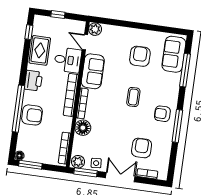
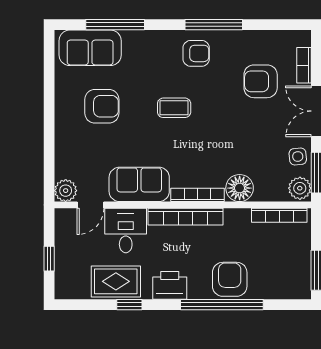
window: (29, 32) -> (129, 305), moved
armchair: (140, 56) -> (102, 106), turned 180
armchair: (162, 114) -> (196, 53), turned -90
floor lamp: (19, 156) -> (303, 291), removed

